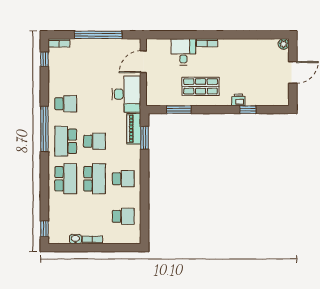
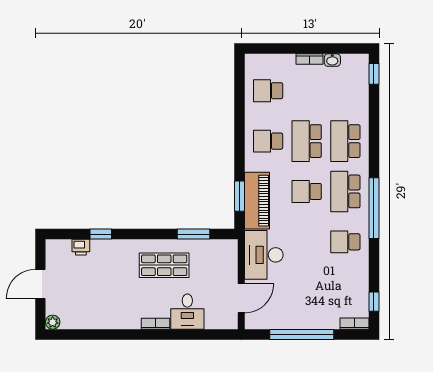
printer: (238, 100) -> (81, 247), moved
piano: (134, 129) -> (257, 201), width x1.37, depth x1.33
school desk: (66, 141) -> (345, 191), turned 180

